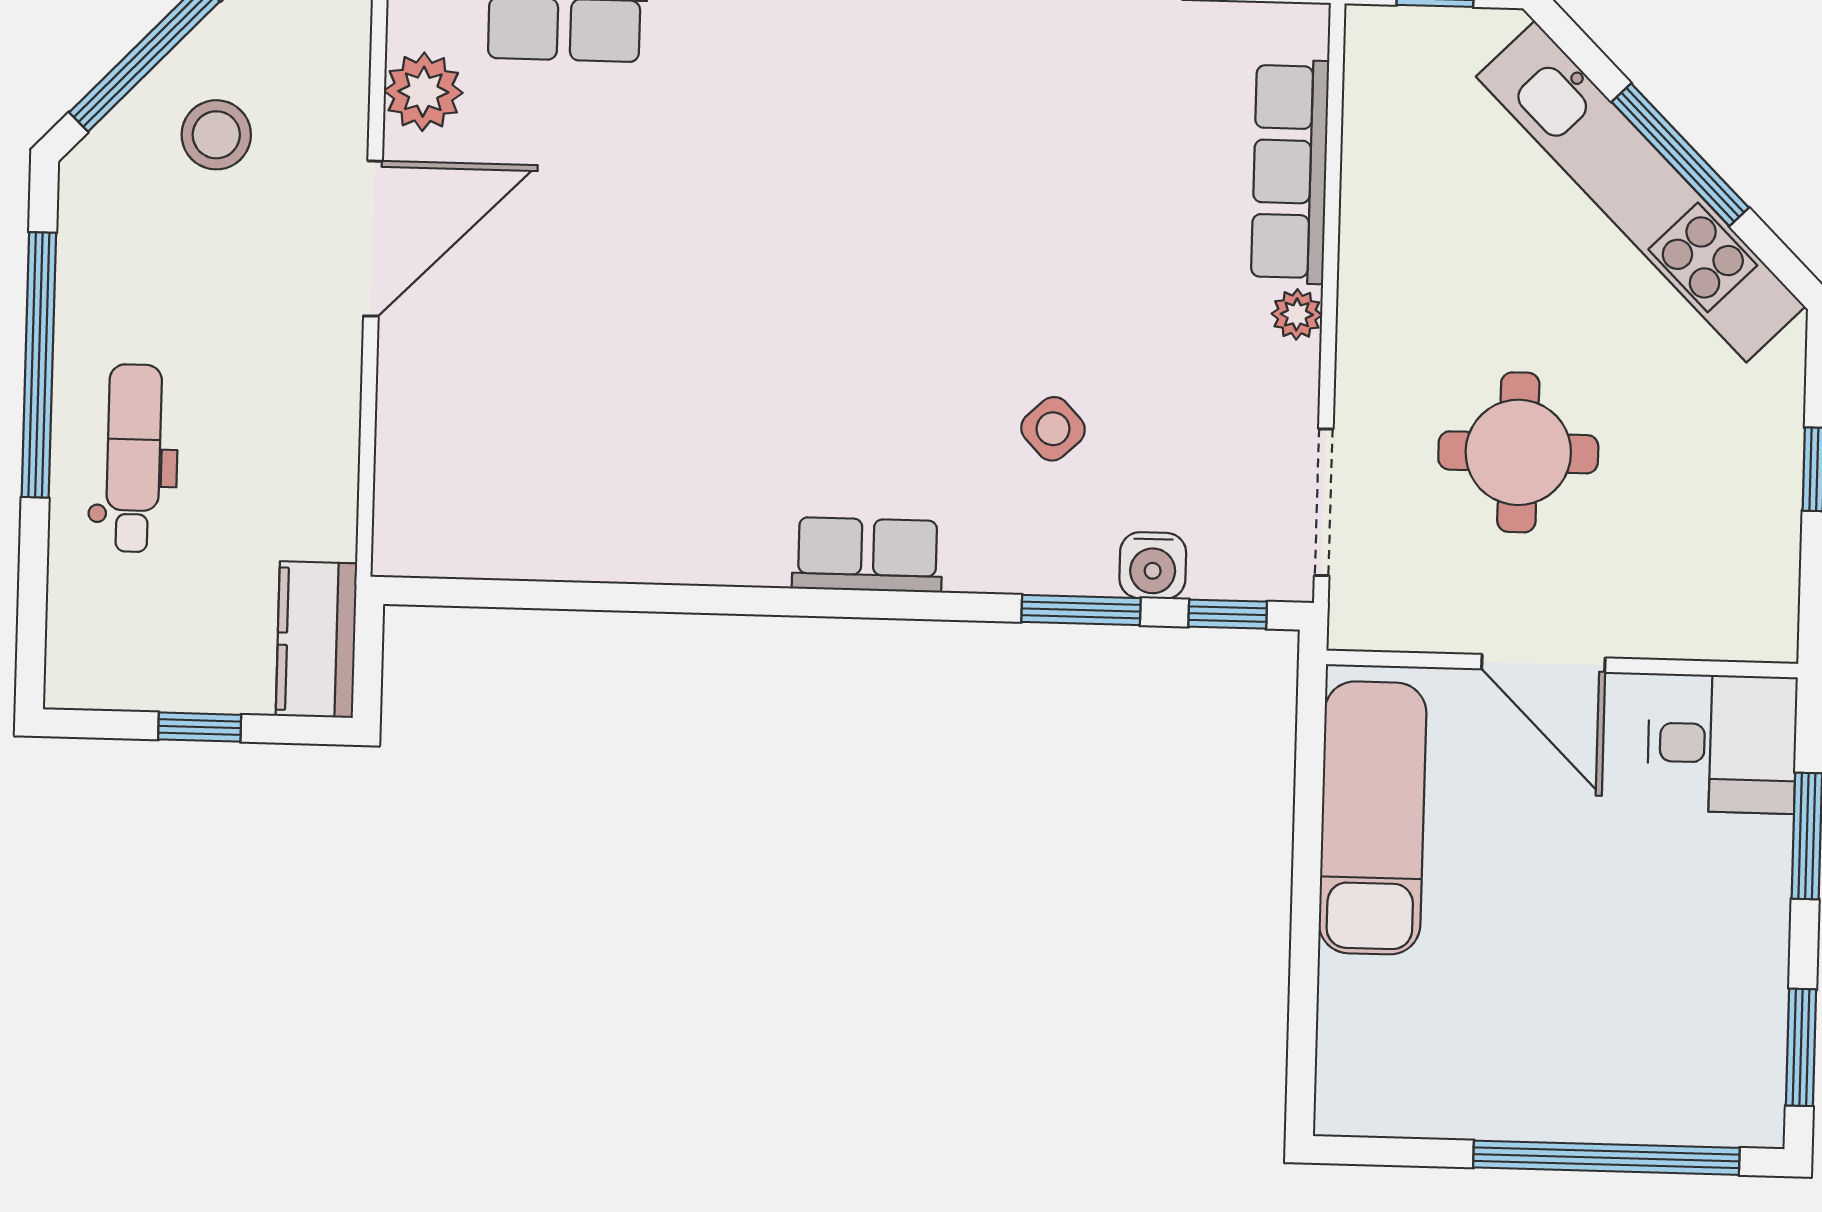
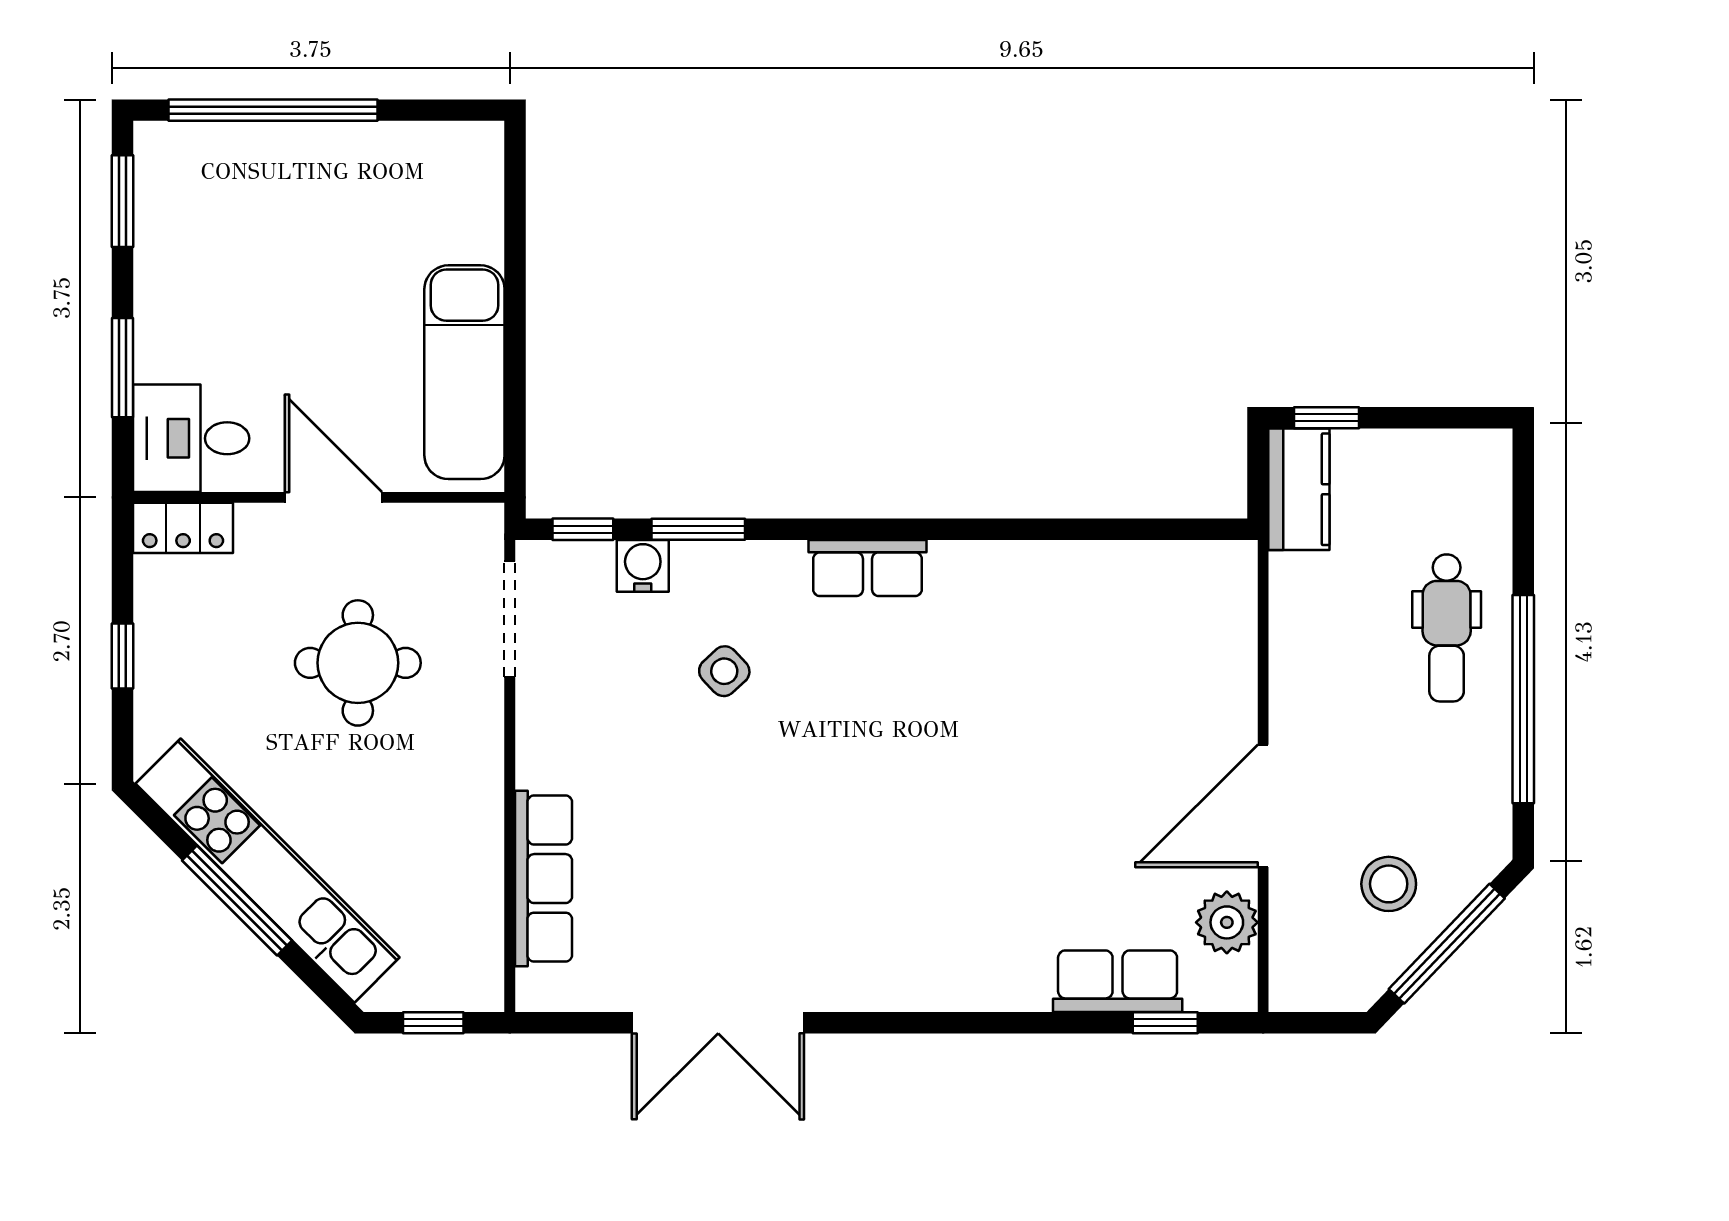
plant: (1297, 314) -> (535, 766), removed
locker: (1736, 630) -> (183, 528), added
window: (200, 727) -> (1327, 418), moved

